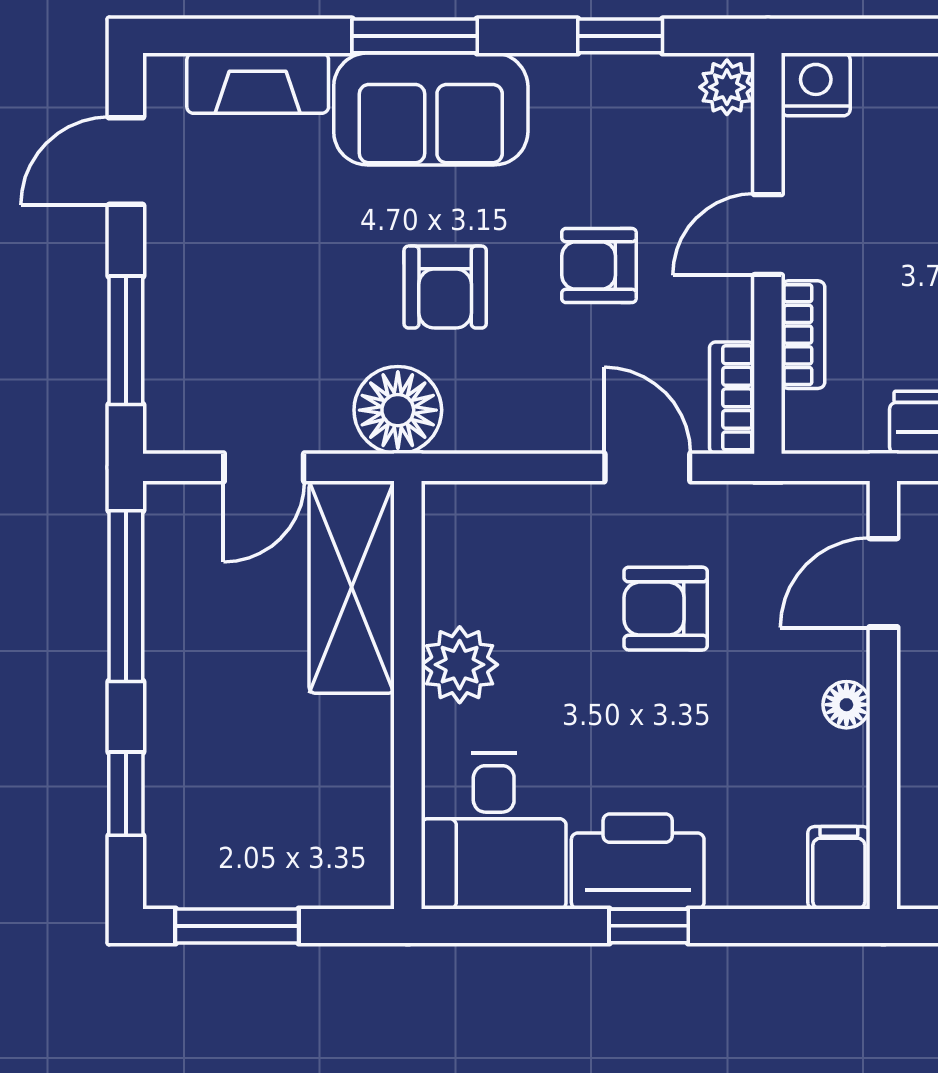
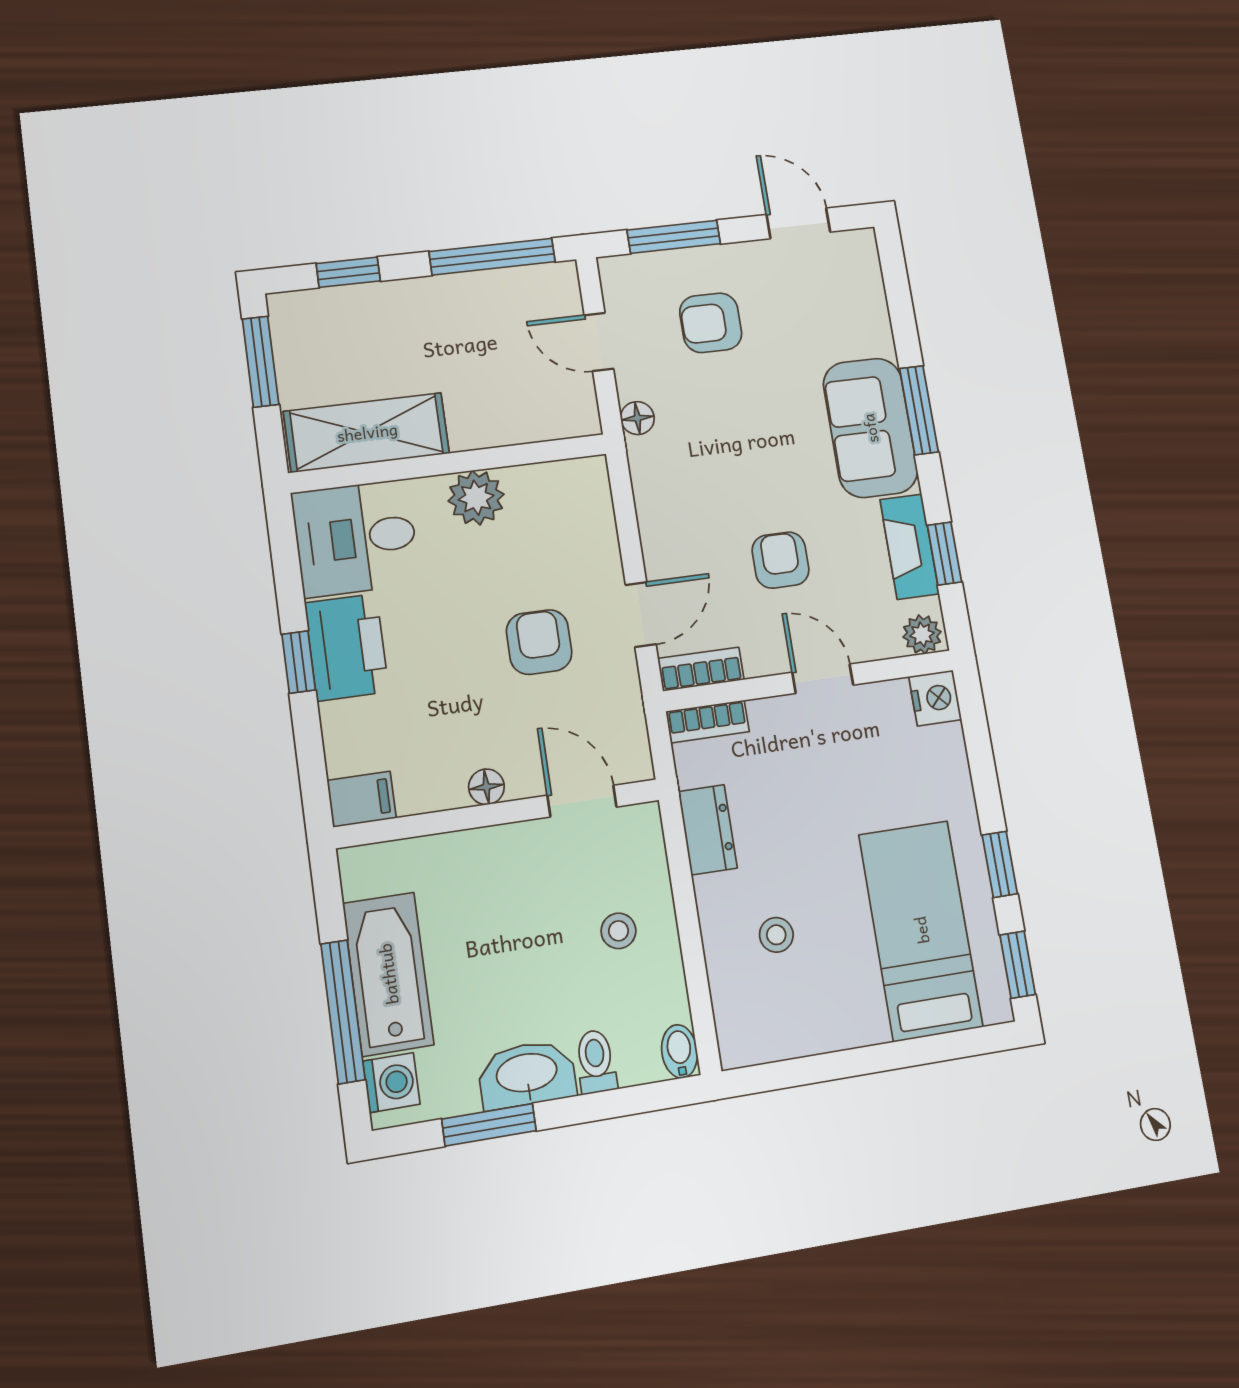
fireplace: (258, 83) -> (910, 547), moved
armchair: (445, 287) -> (711, 323), moved
bookcase: (803, 335) -> (708, 722), moved
floor lamp: (398, 410) -> (637, 418), width x0.53, depth x0.53
shelving: (352, 587) -> (367, 432), moved

